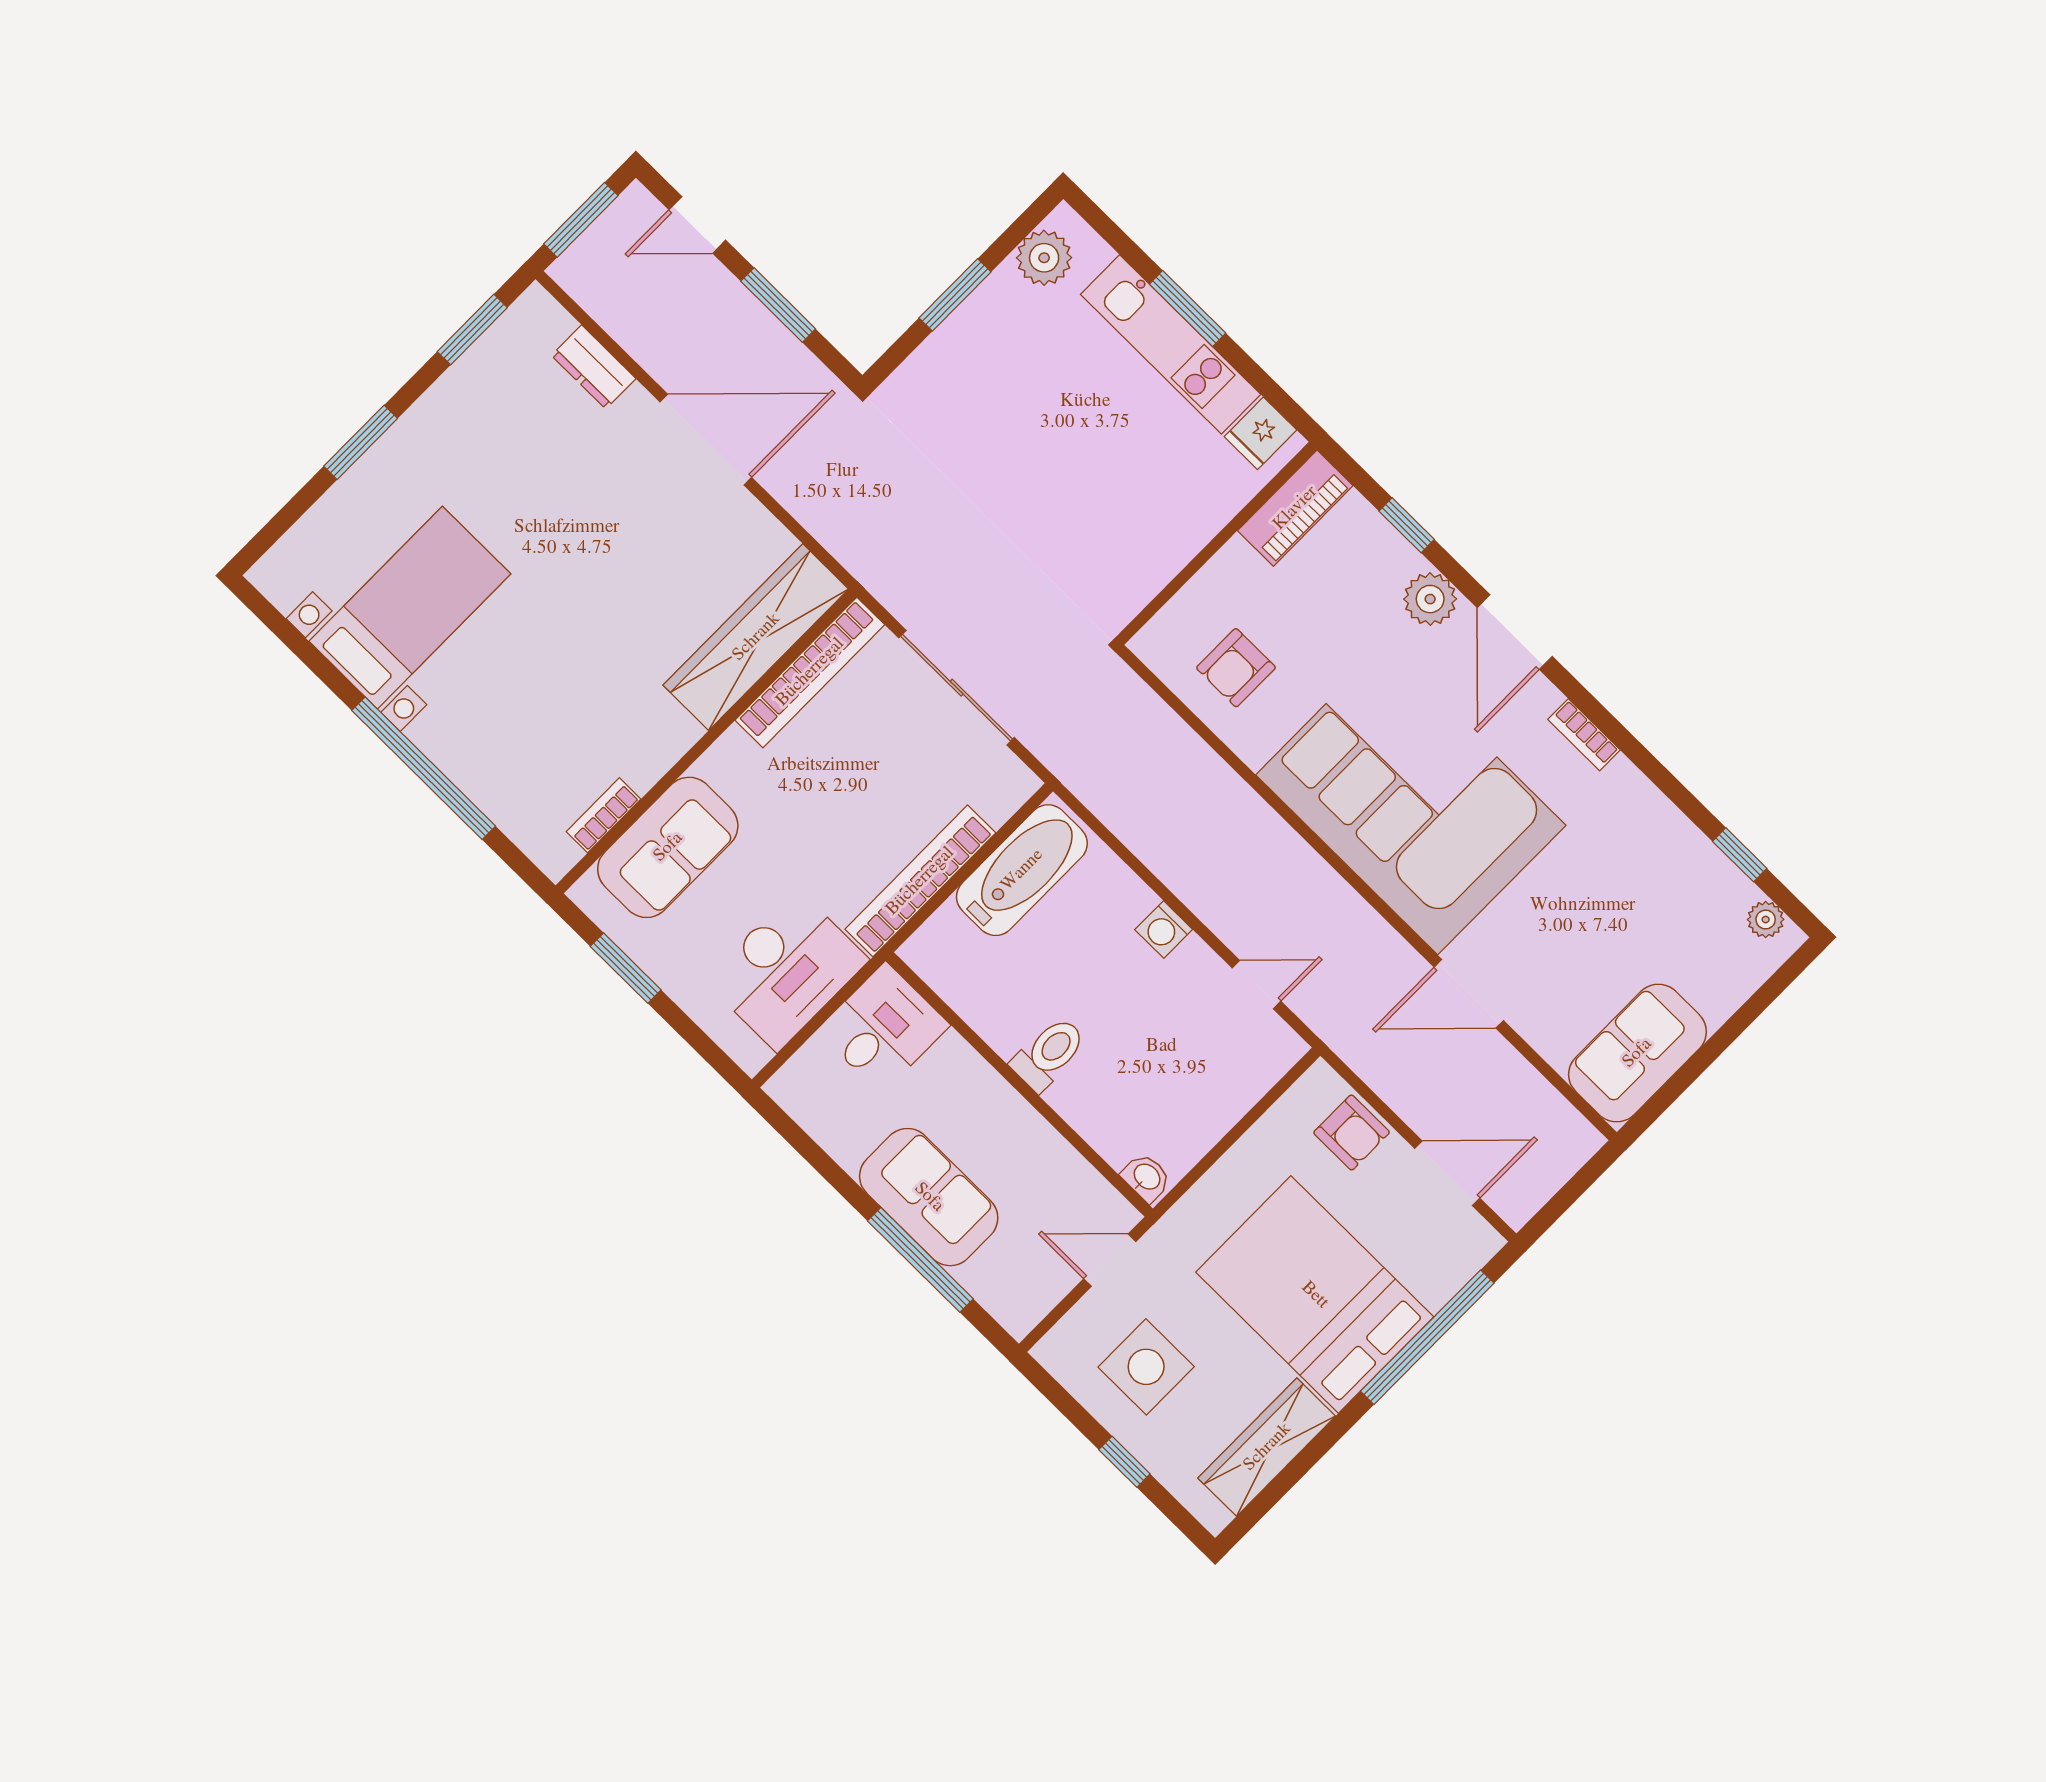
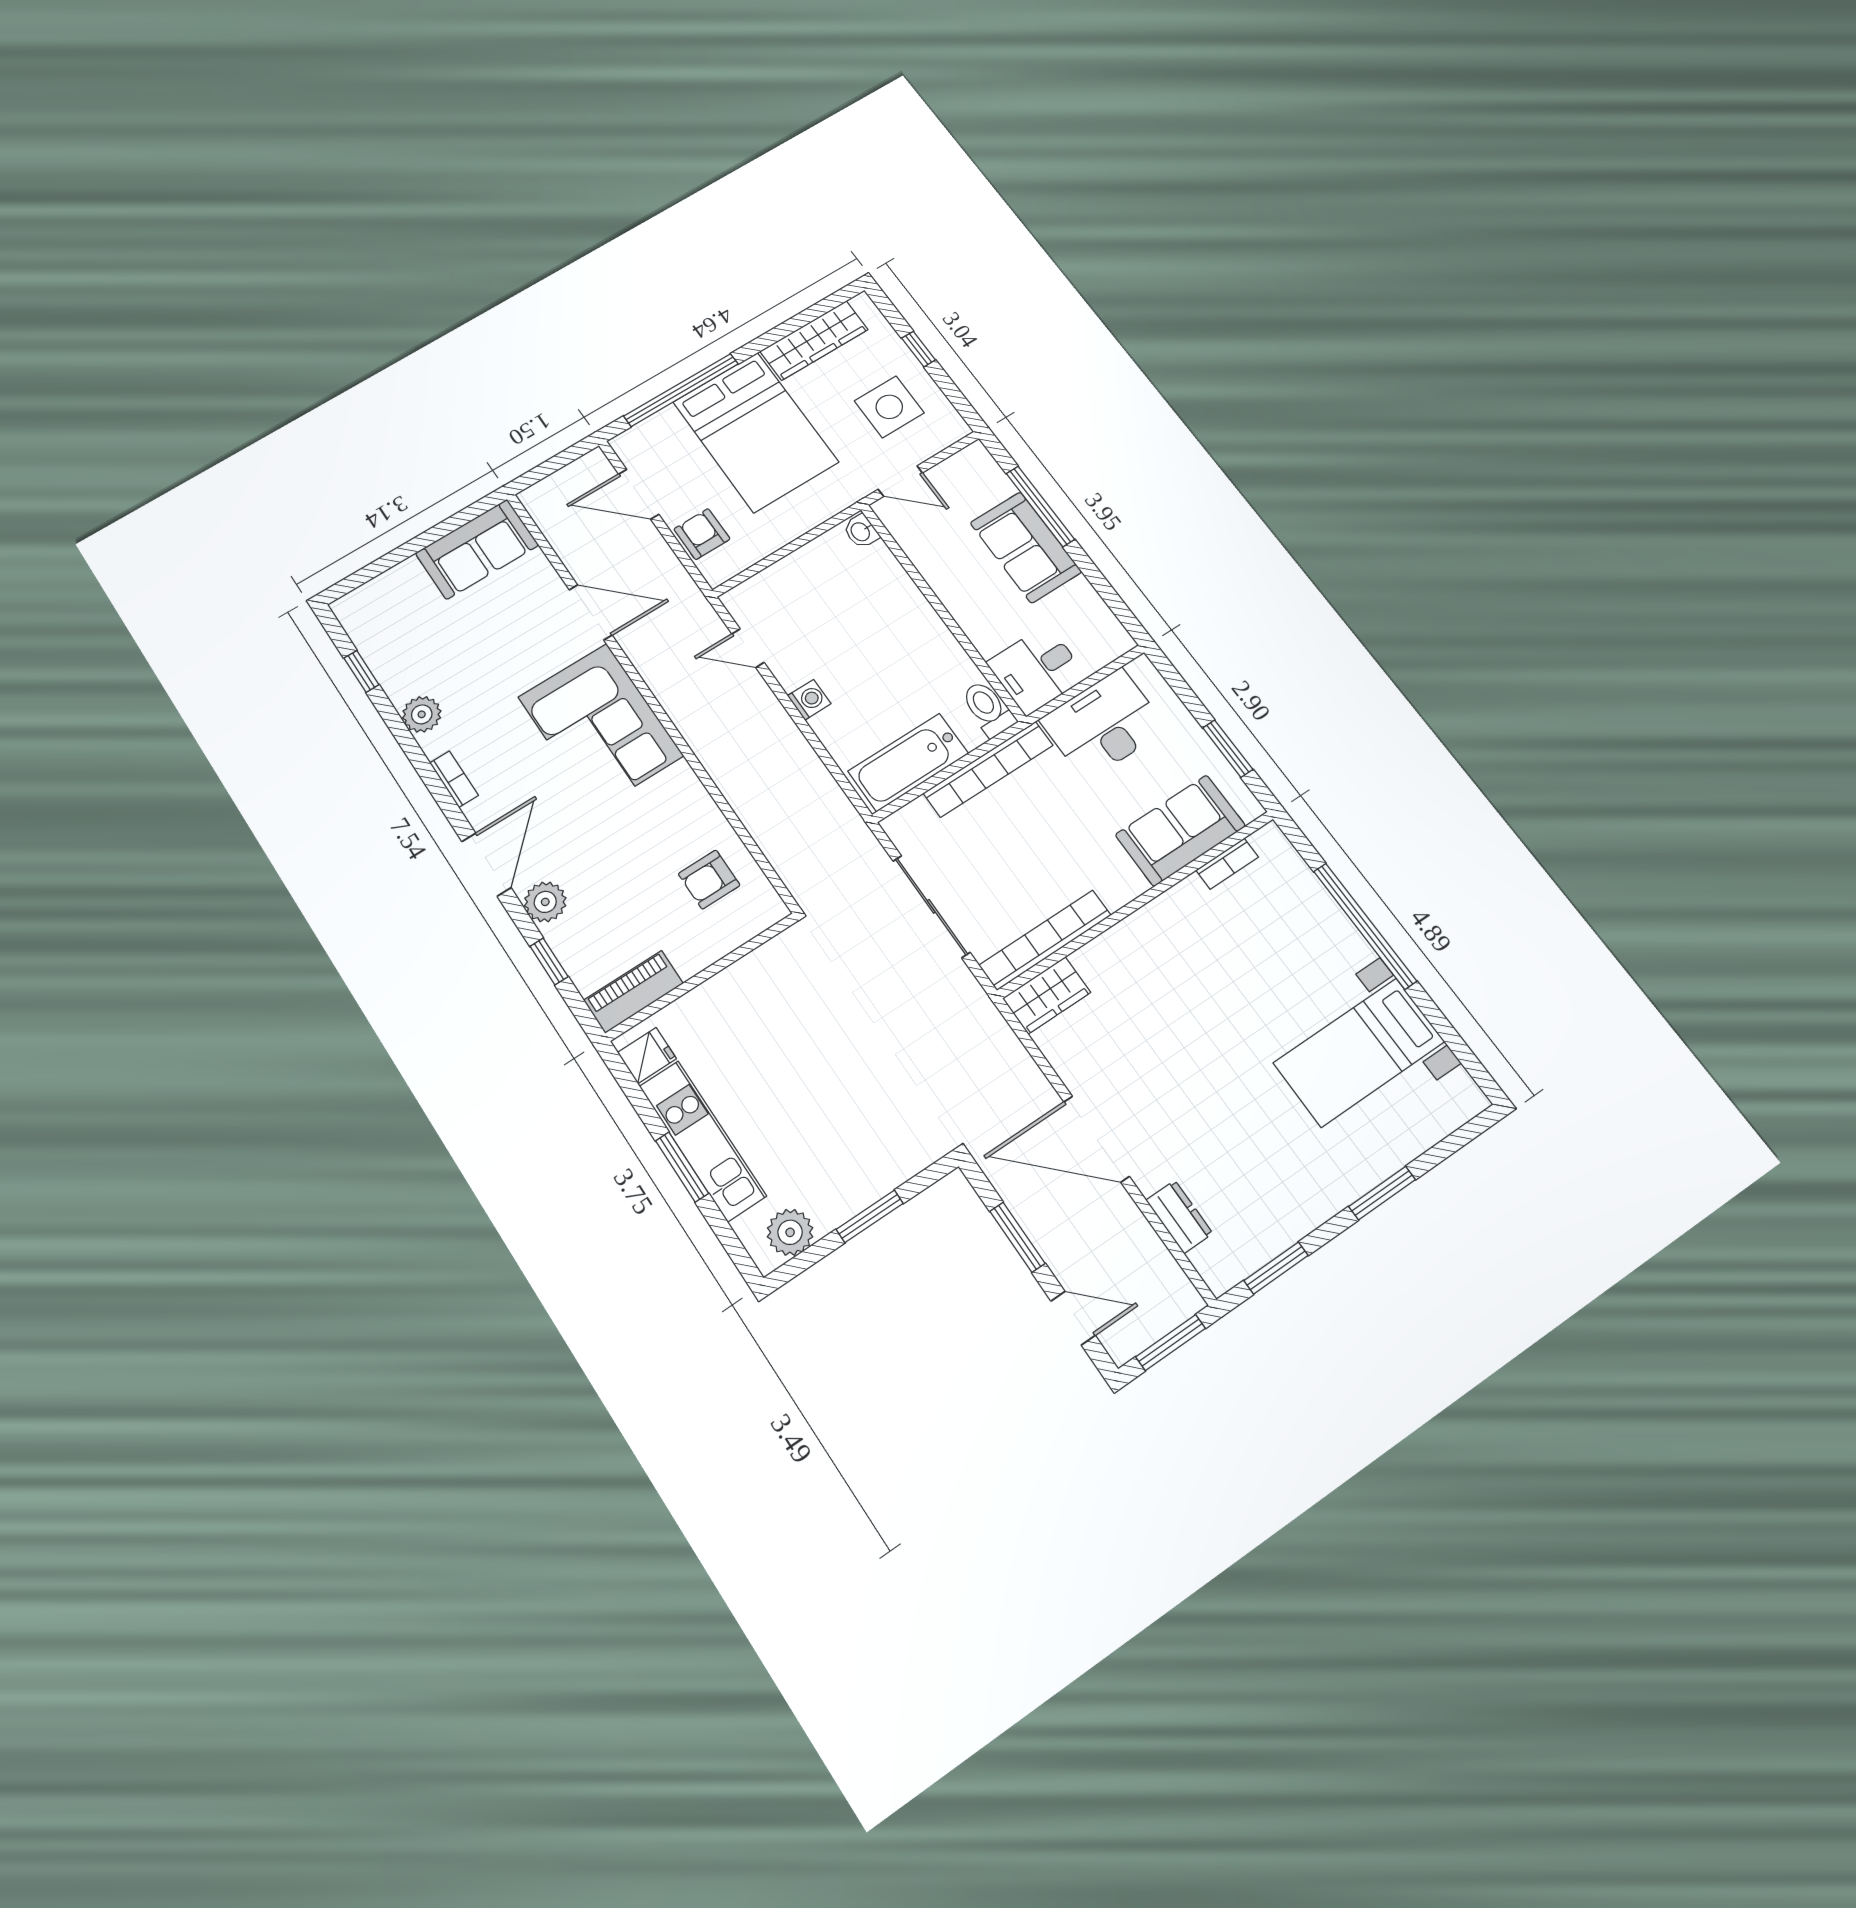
wardrobe: (756, 637) -> (1047, 995), width x0.48, depth x0.85
armchair: (1236, 668) -> (709, 880), turned 180
corner sofa: (1411, 800) -> (601, 726), width x0.73, depth x0.74
plant: (1766, 920) -> (422, 714), moved, width x1.38, depth x1.38
toilet: (1049, 1054) -> (988, 709), moved, turned 90

